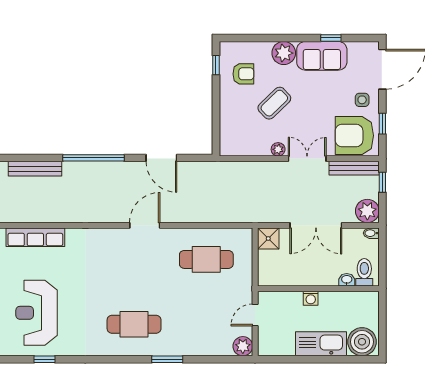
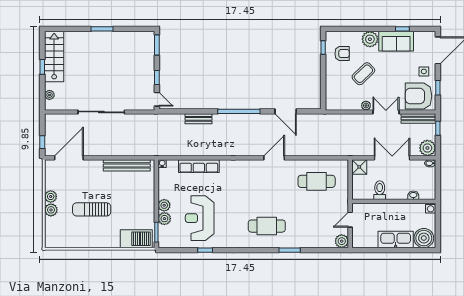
bench: (35, 169) -> (199, 119), width x0.73
double door: (316, 225) -> (392, 158), swing flipped
toilet: (364, 272) -> (380, 190), moved
washing machine: (311, 298) -> (431, 208), moved

